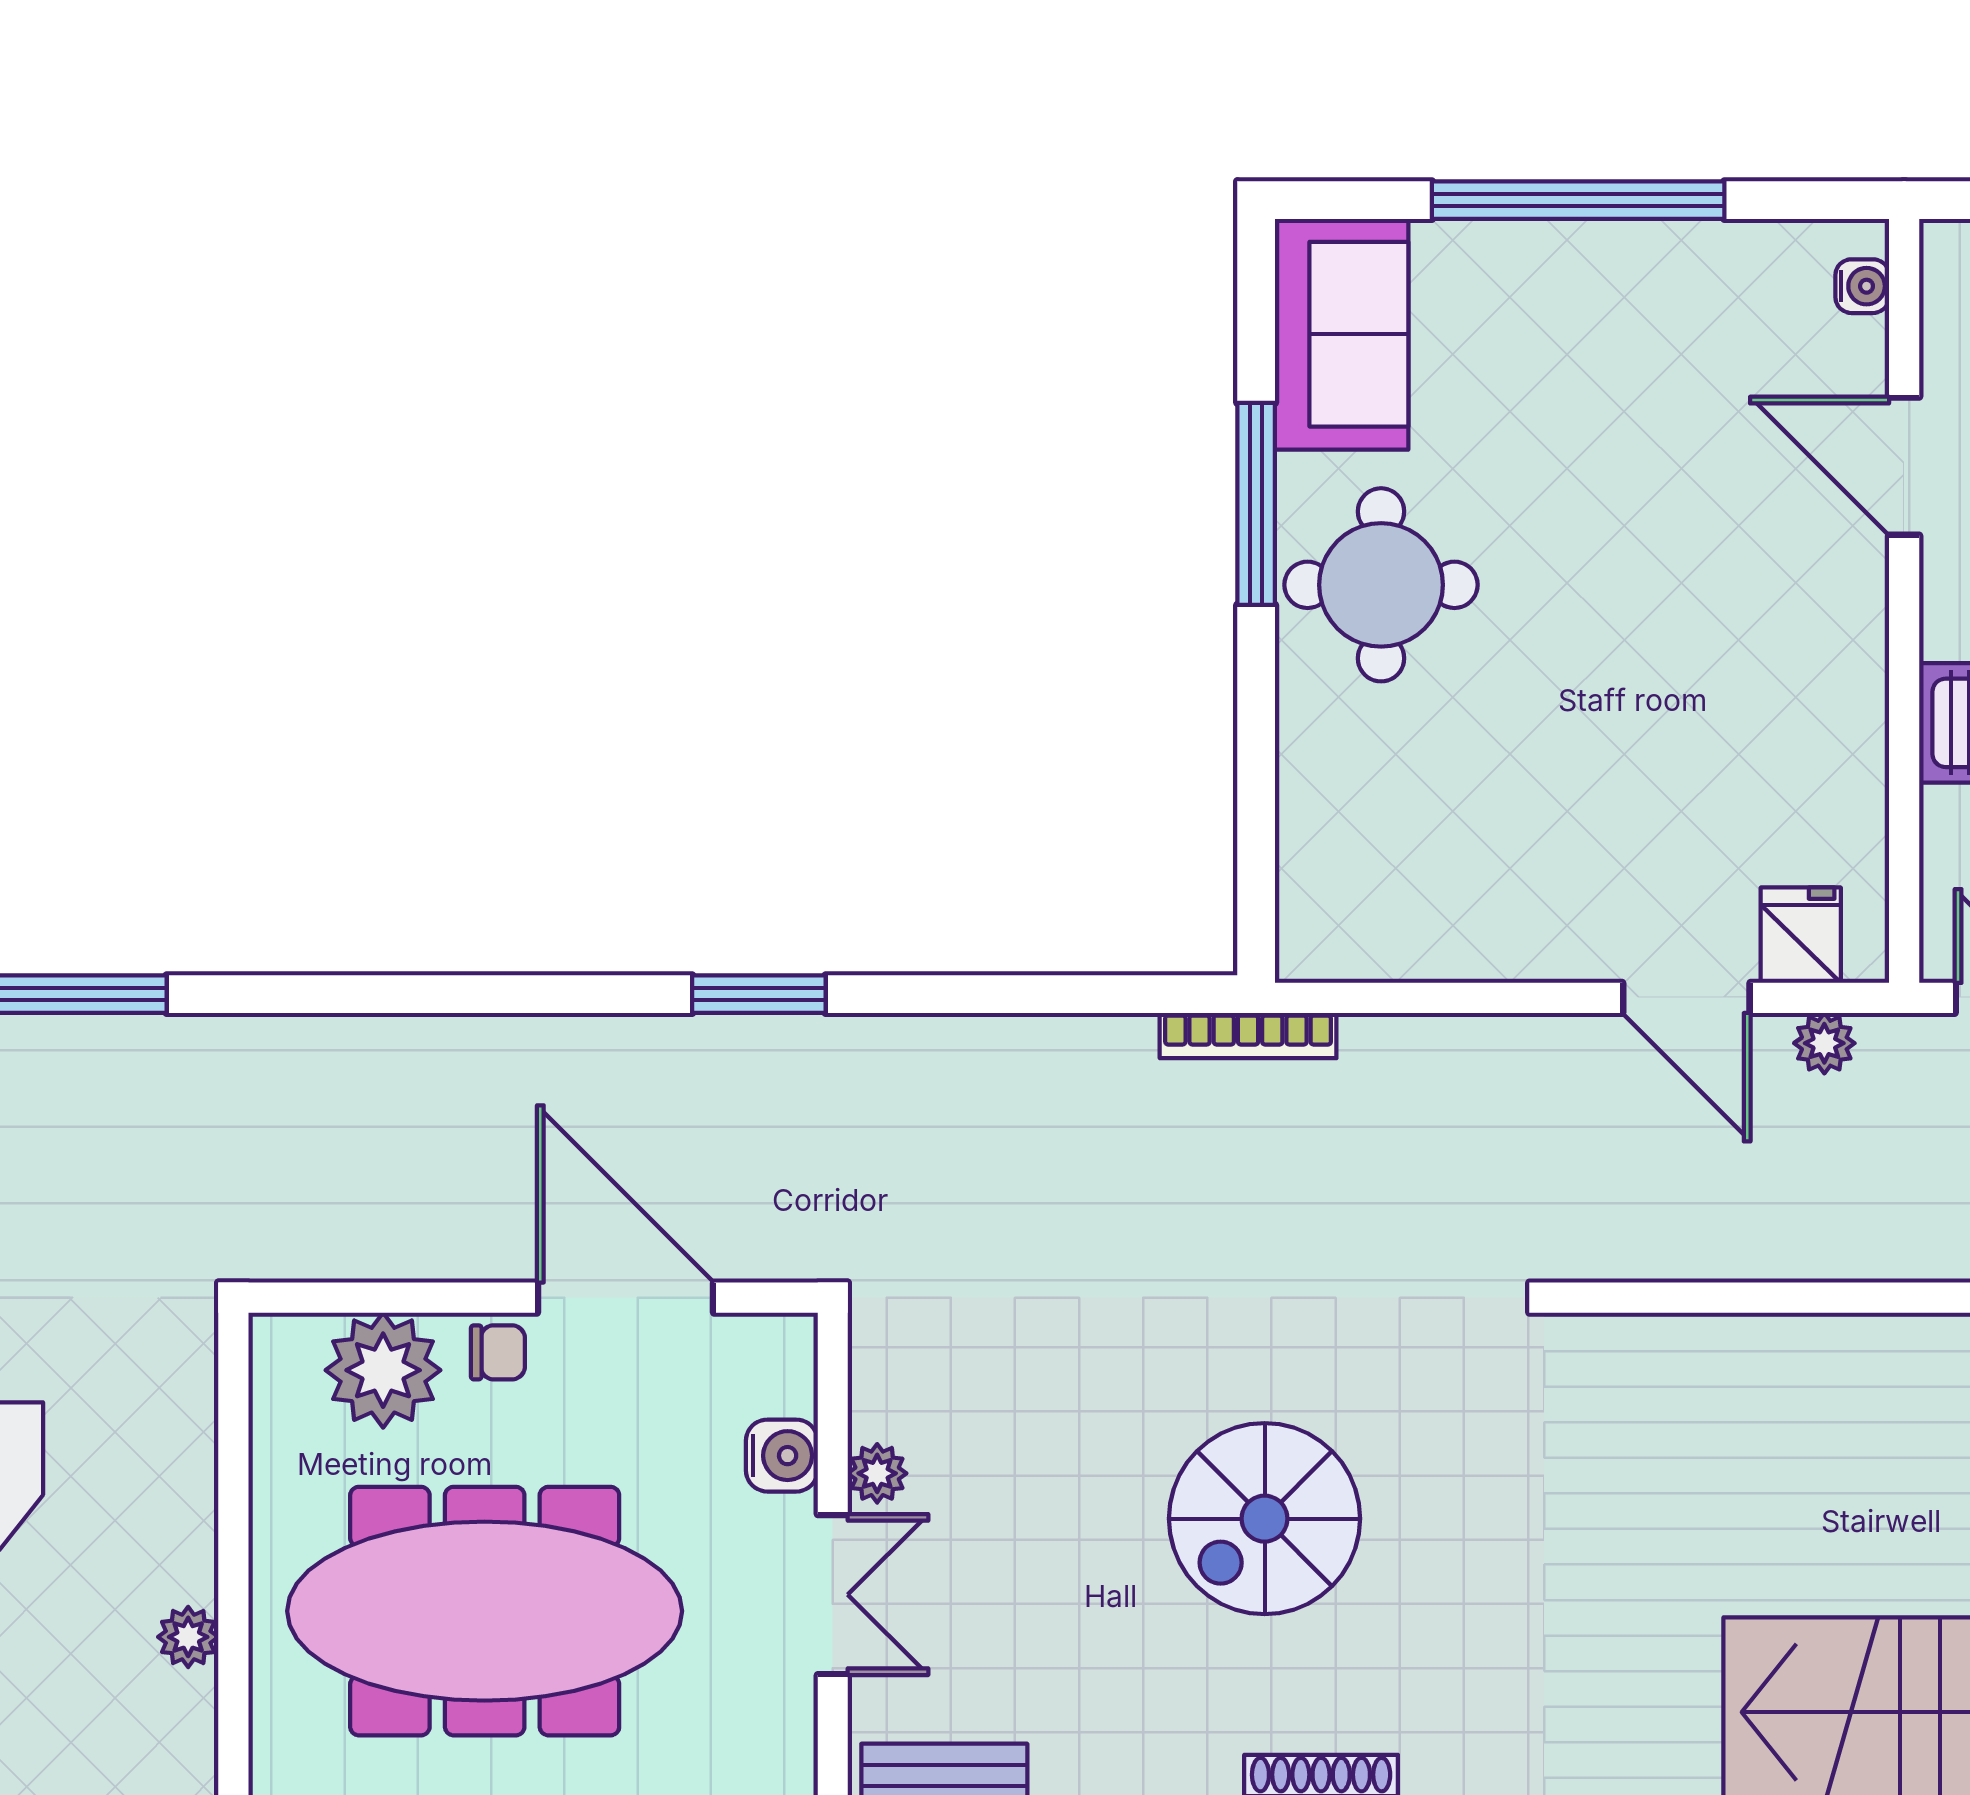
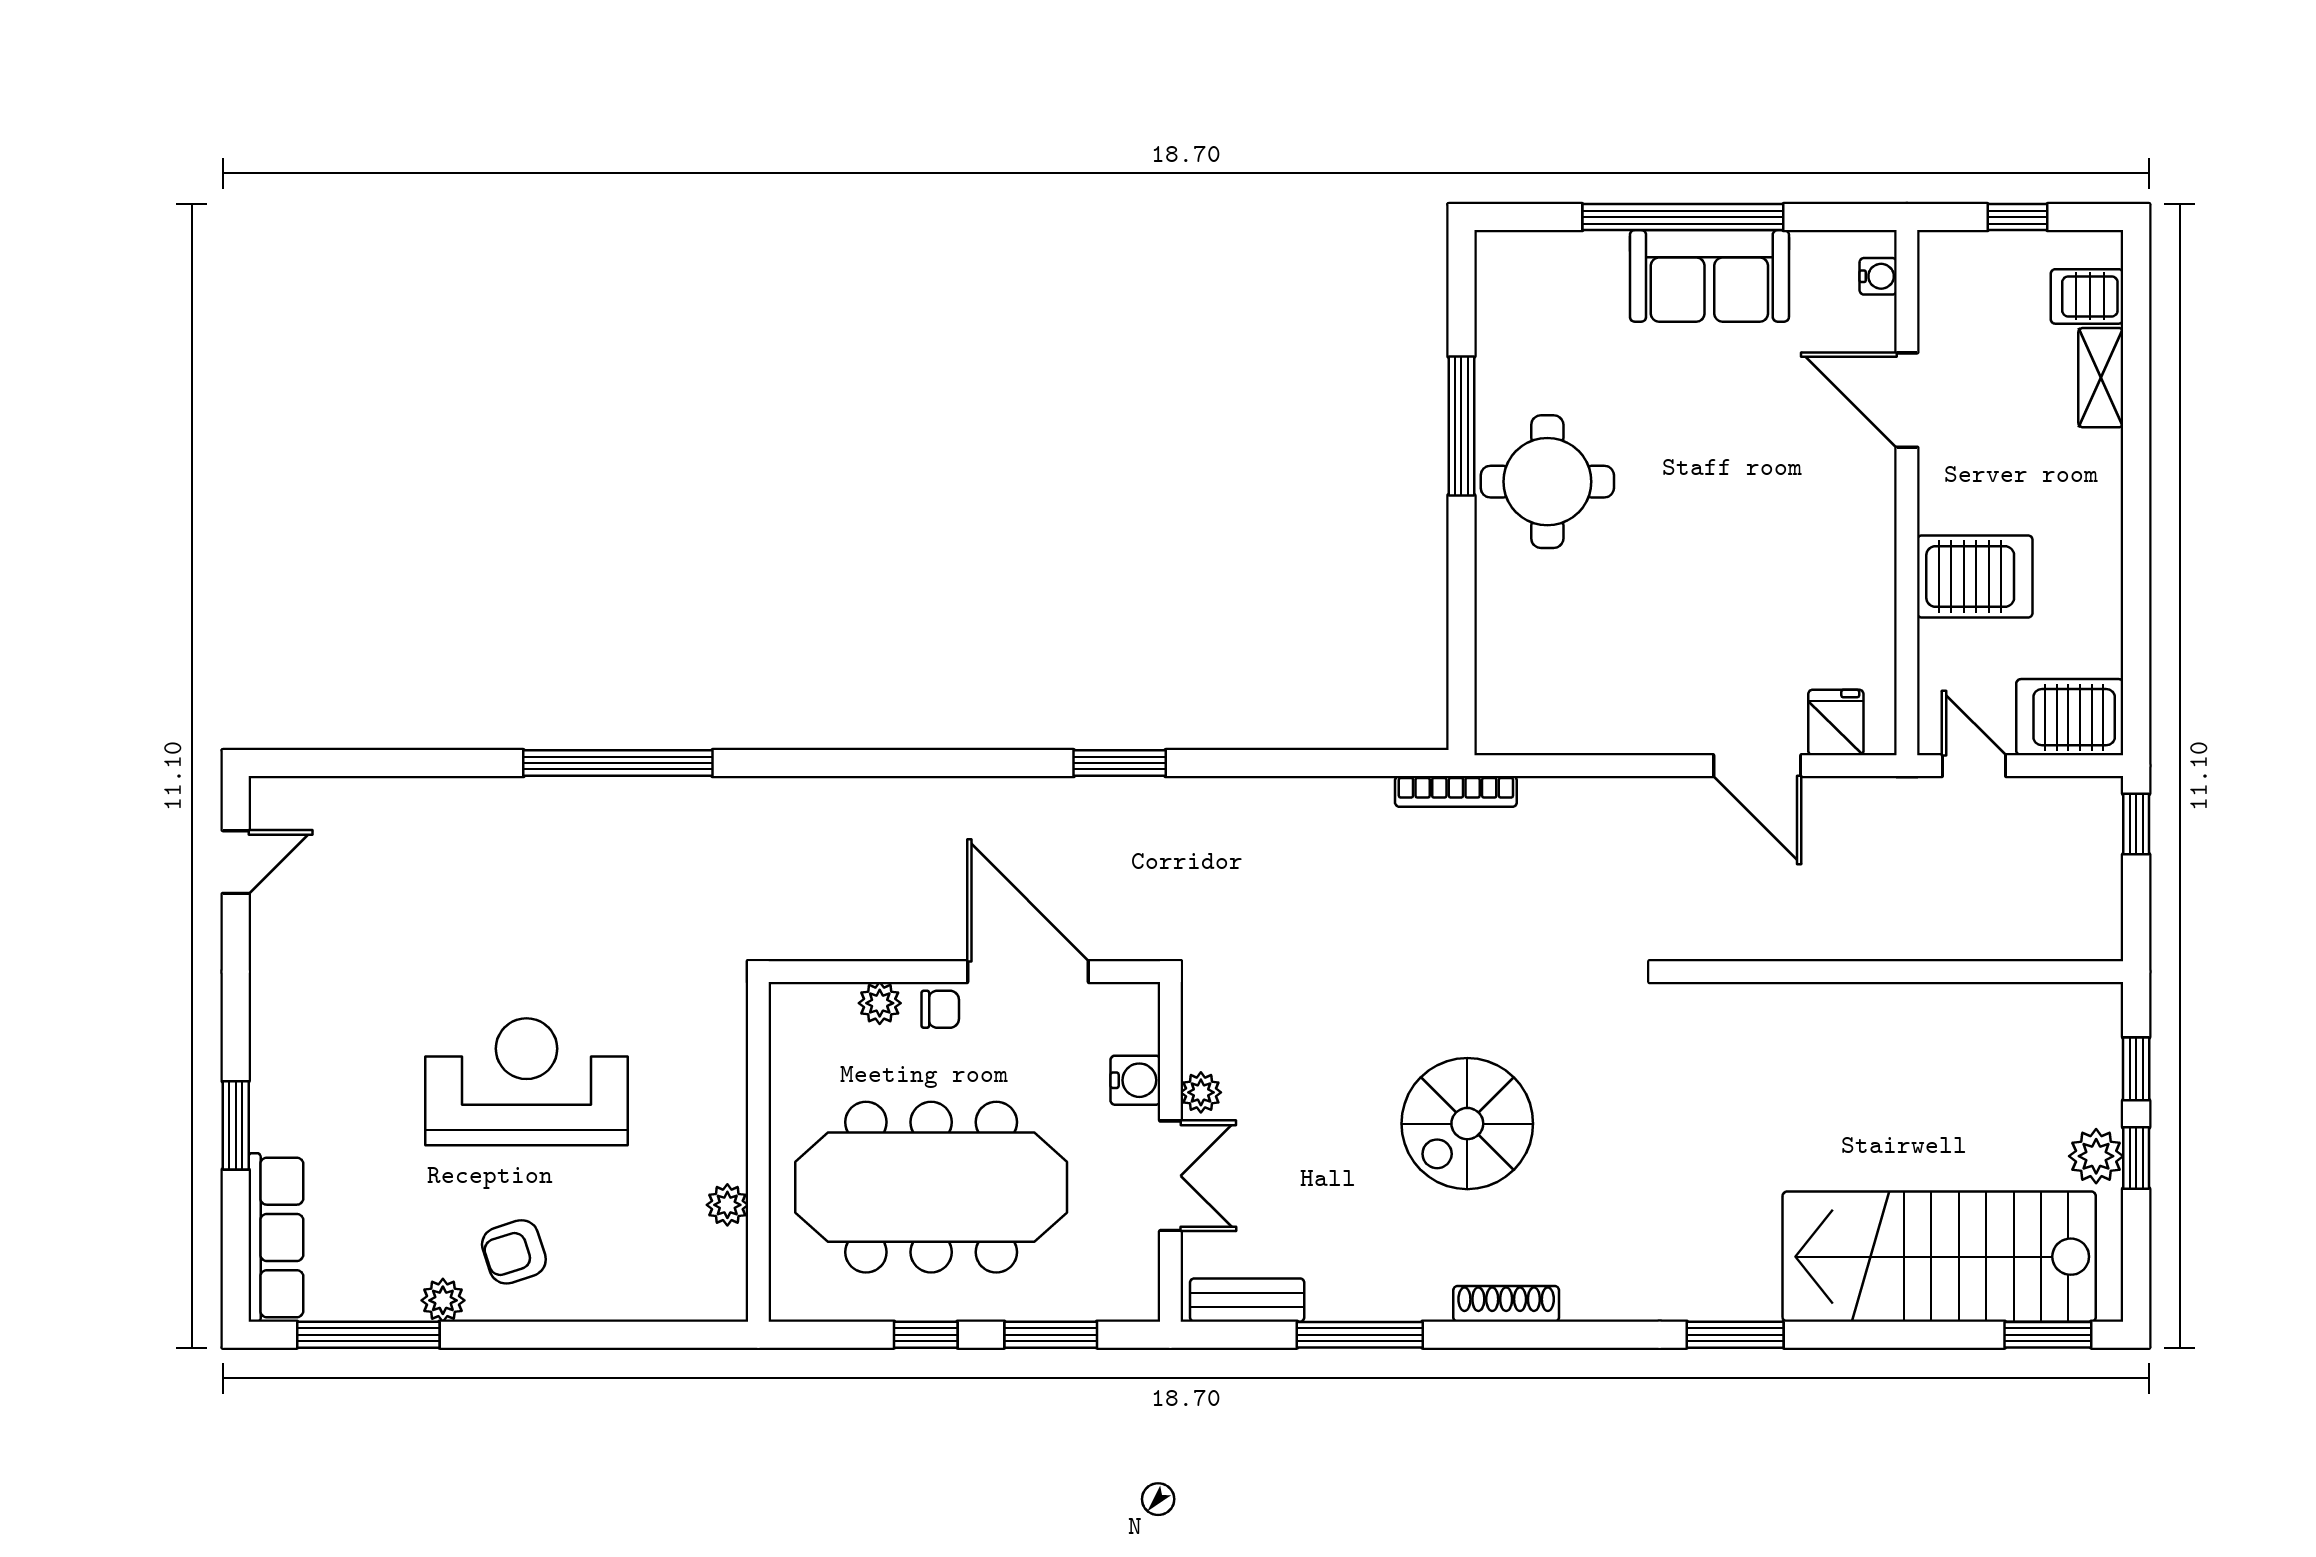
sofa: (1342, 334) -> (1709, 276), moved, turned 90
plant: (1824, 1043) -> (1852, 797), removed
plant: (383, 1370) -> (880, 1003), width x0.53, depth x0.53

